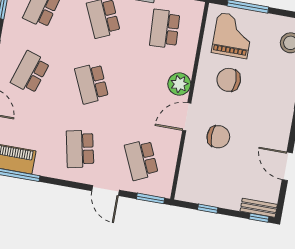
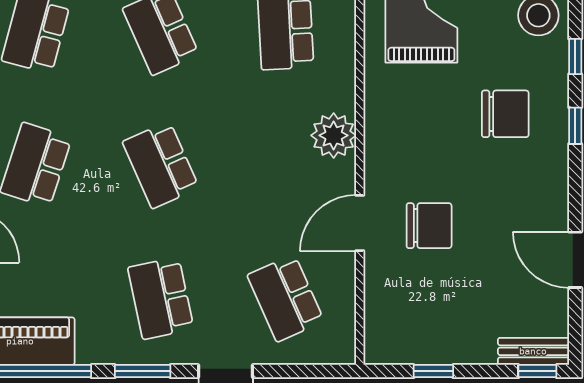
chair: (229, 80) -> (505, 114), moved, turned 180
door: (187, 117) -> (360, 223), moved
window: (150, 198) -> (143, 371), moved

